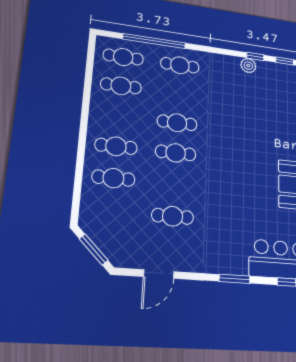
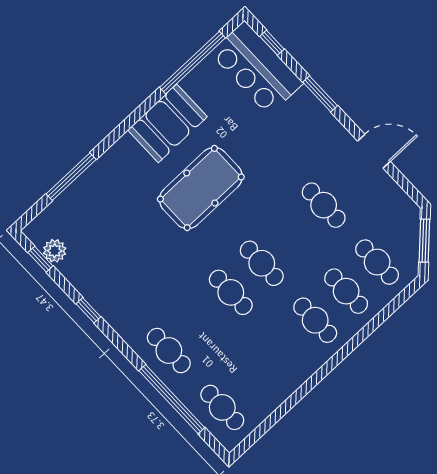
window: (255, 56) -> (88, 310), moved
plant: (248, 66) -> (55, 251), moved
cafe table: (121, 86) -> (377, 262), moved
pool table: (246, 166) -> (201, 188), added
door: (159, 274) -> (374, 151), moved

